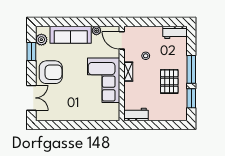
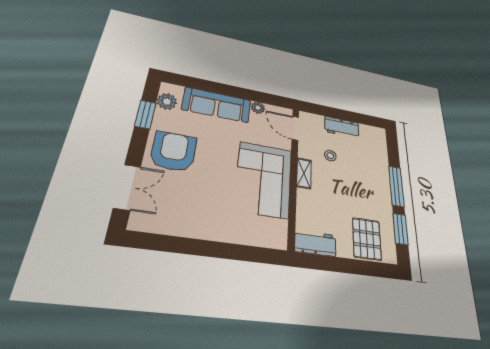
workbench: (175, 32) -> (342, 127), moved
armchair: (51, 72) -> (174, 151), turned -90
pallet: (169, 81) -> (367, 239), moved

